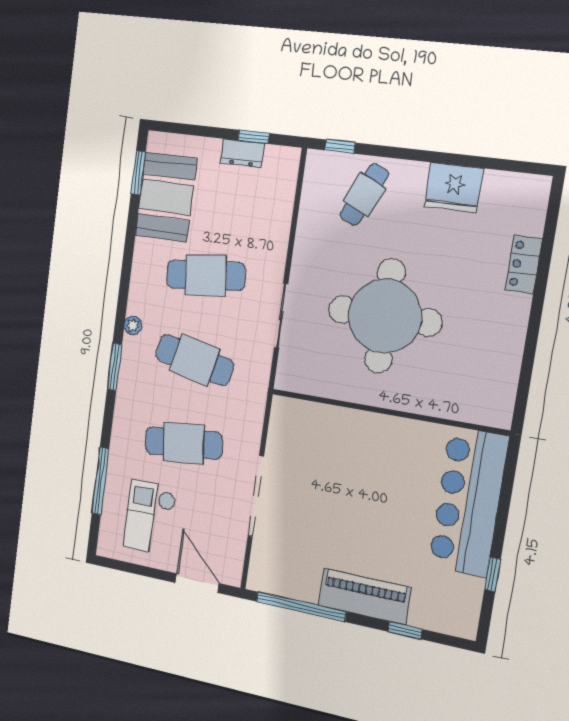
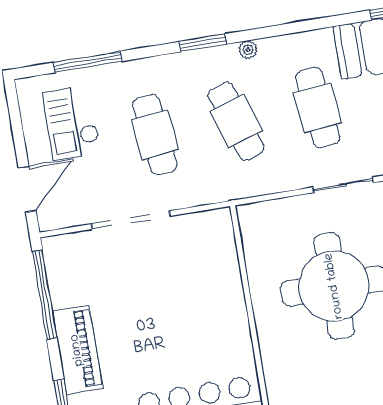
sliding door: (281, 316) -> (343, 185), moved
cafe table: (195, 360) -> (236, 121), turned -30
checkout: (150, 517) -> (72, 123), turned -90

